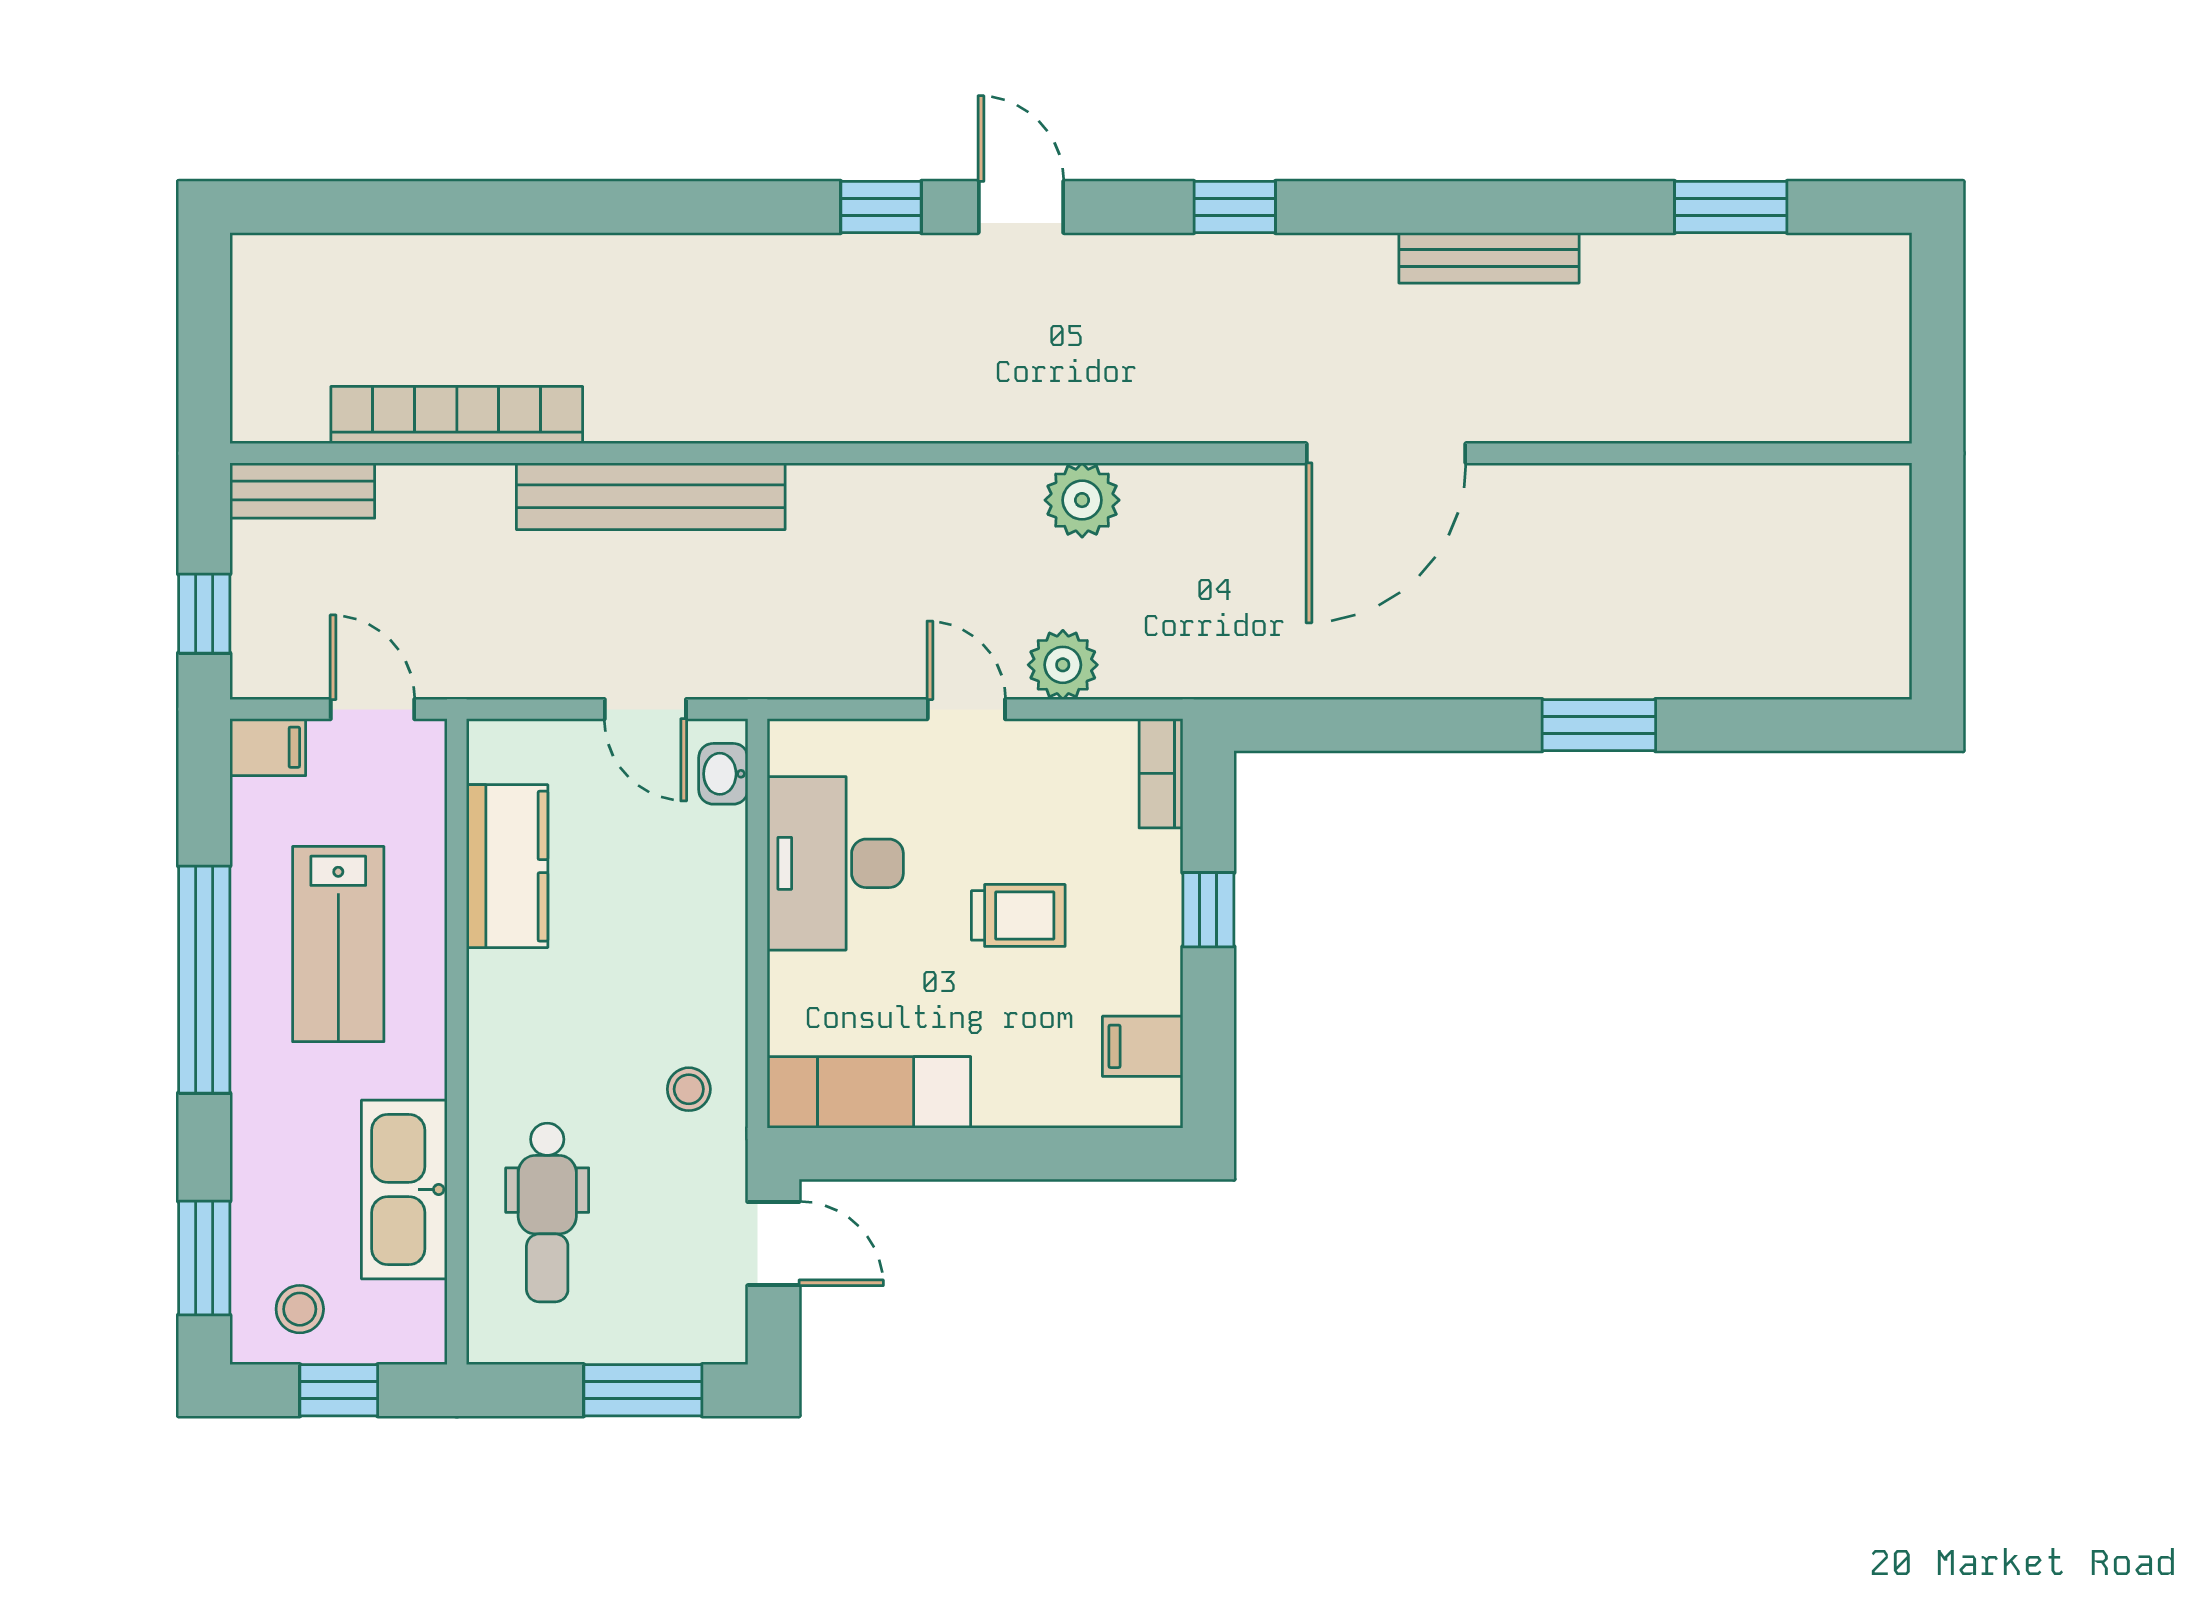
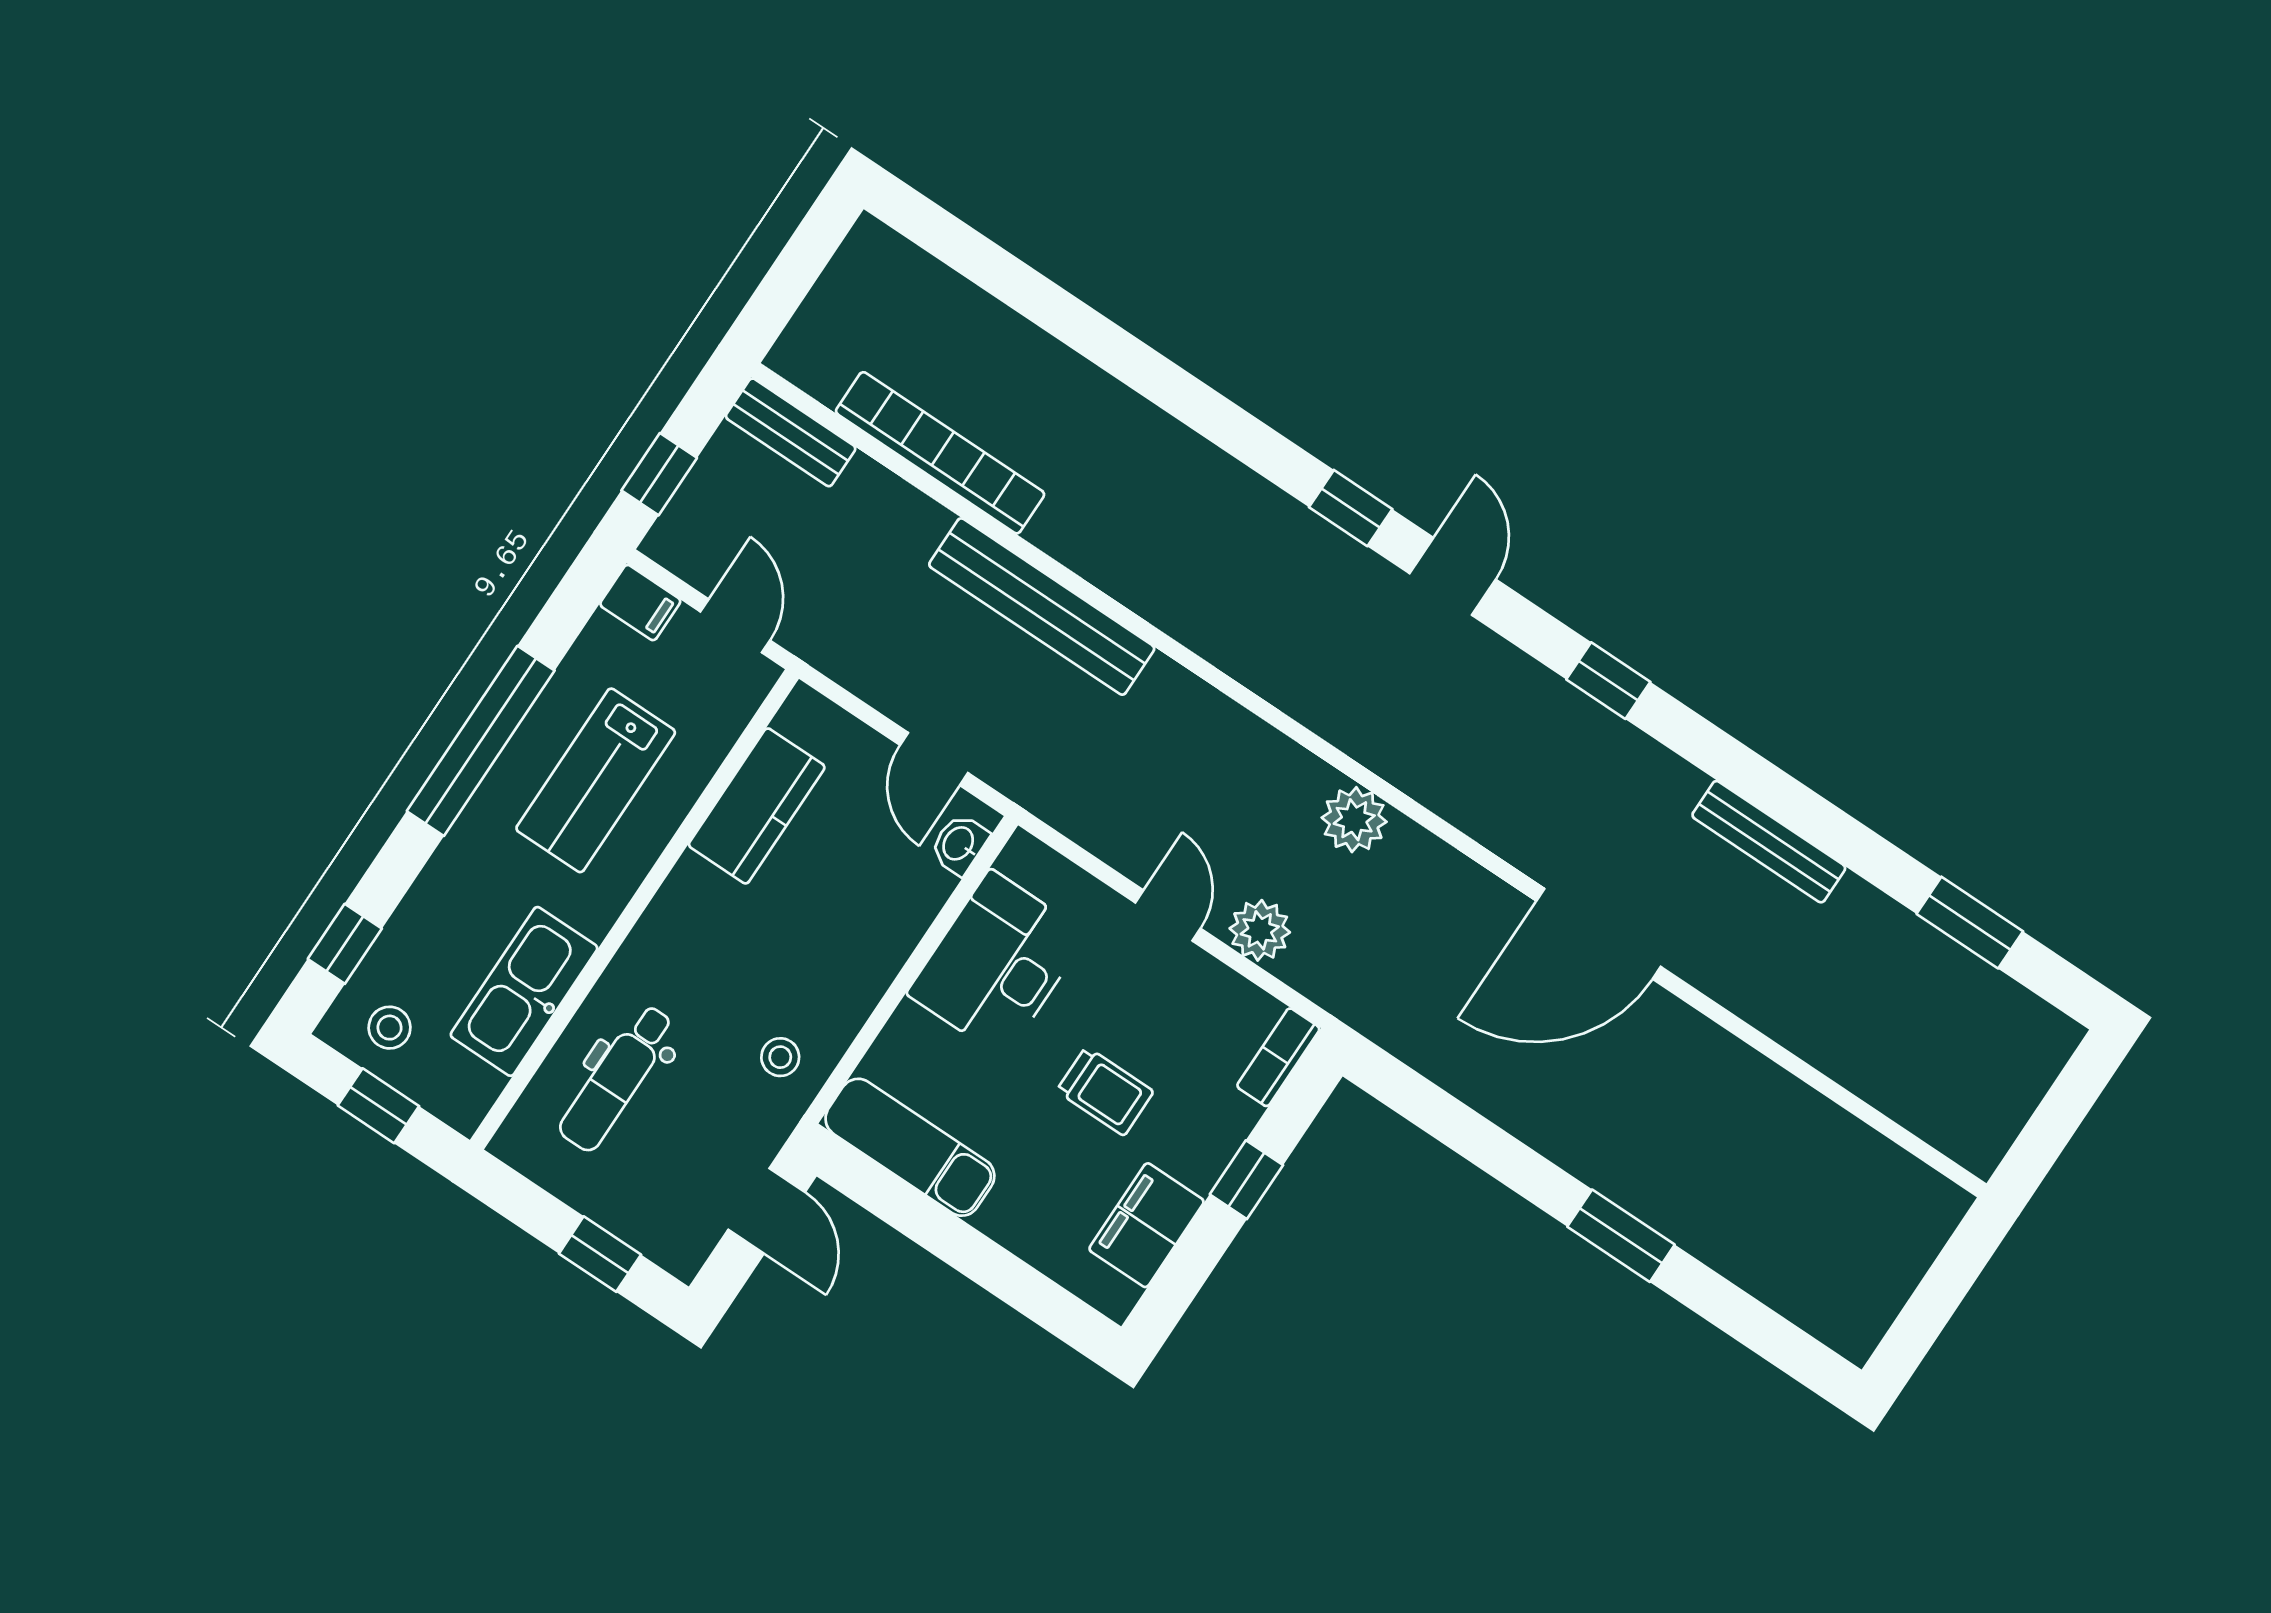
filing cabinet: (1143, 1046) -> (1147, 1225), width x2.00
window: (204, 1258) -> (345, 944), width x0.67
window: (643, 1390) -> (600, 1254), width x0.67

